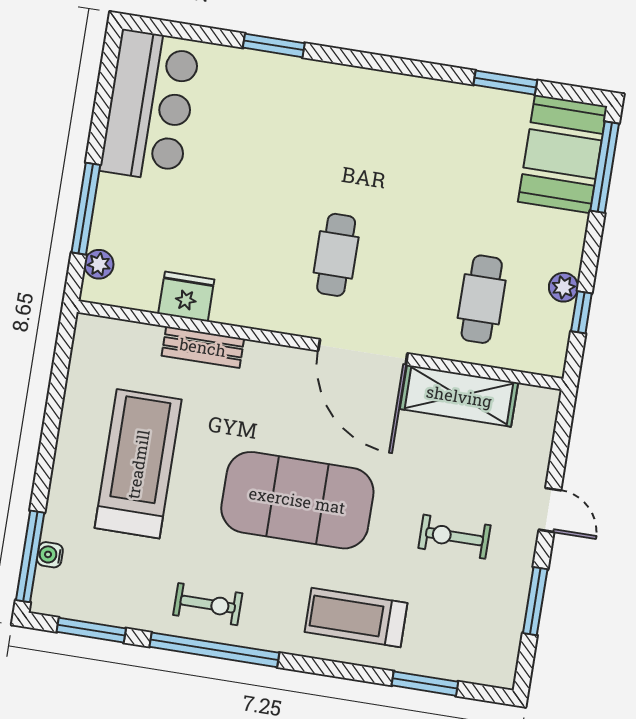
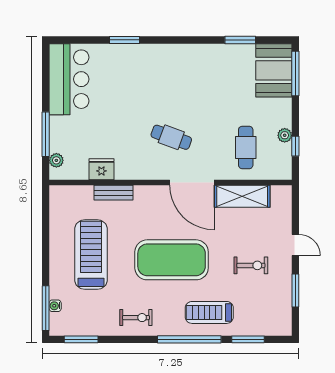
cafe table: (336, 255) -> (171, 137), turned -70
exercise bike: (454, 537) -> (251, 265), turned 180
window: (214, 650) -> (189, 339), moved

